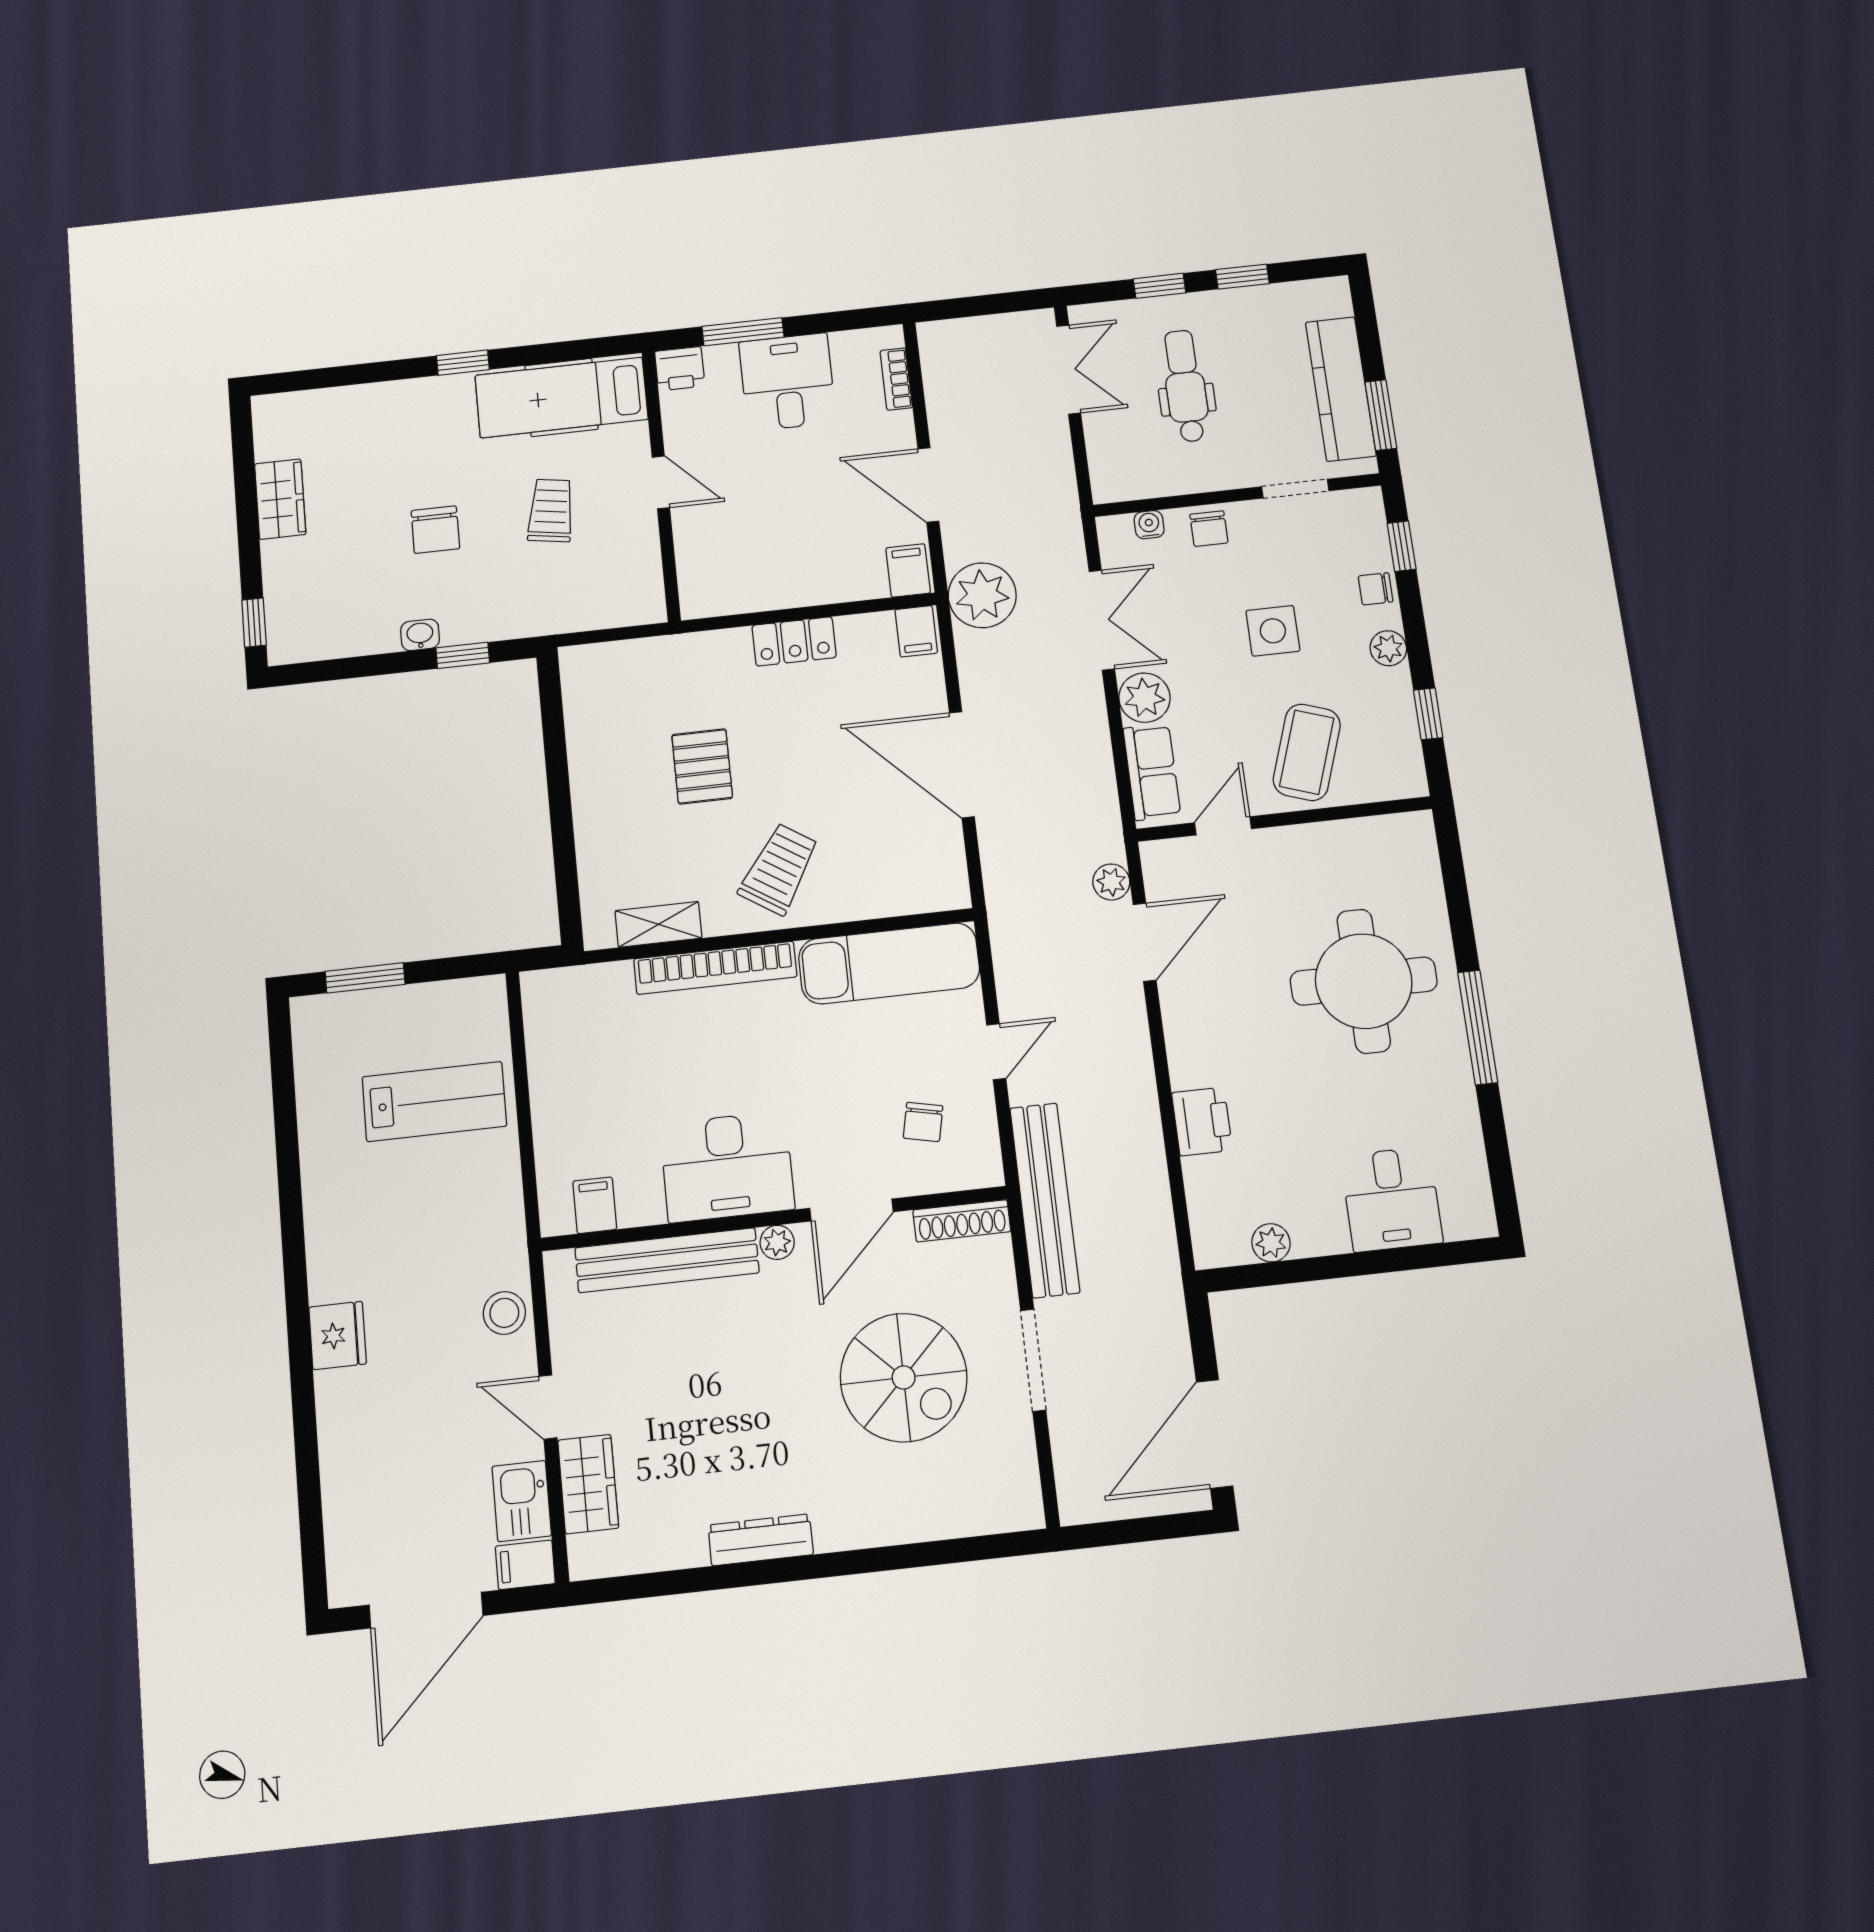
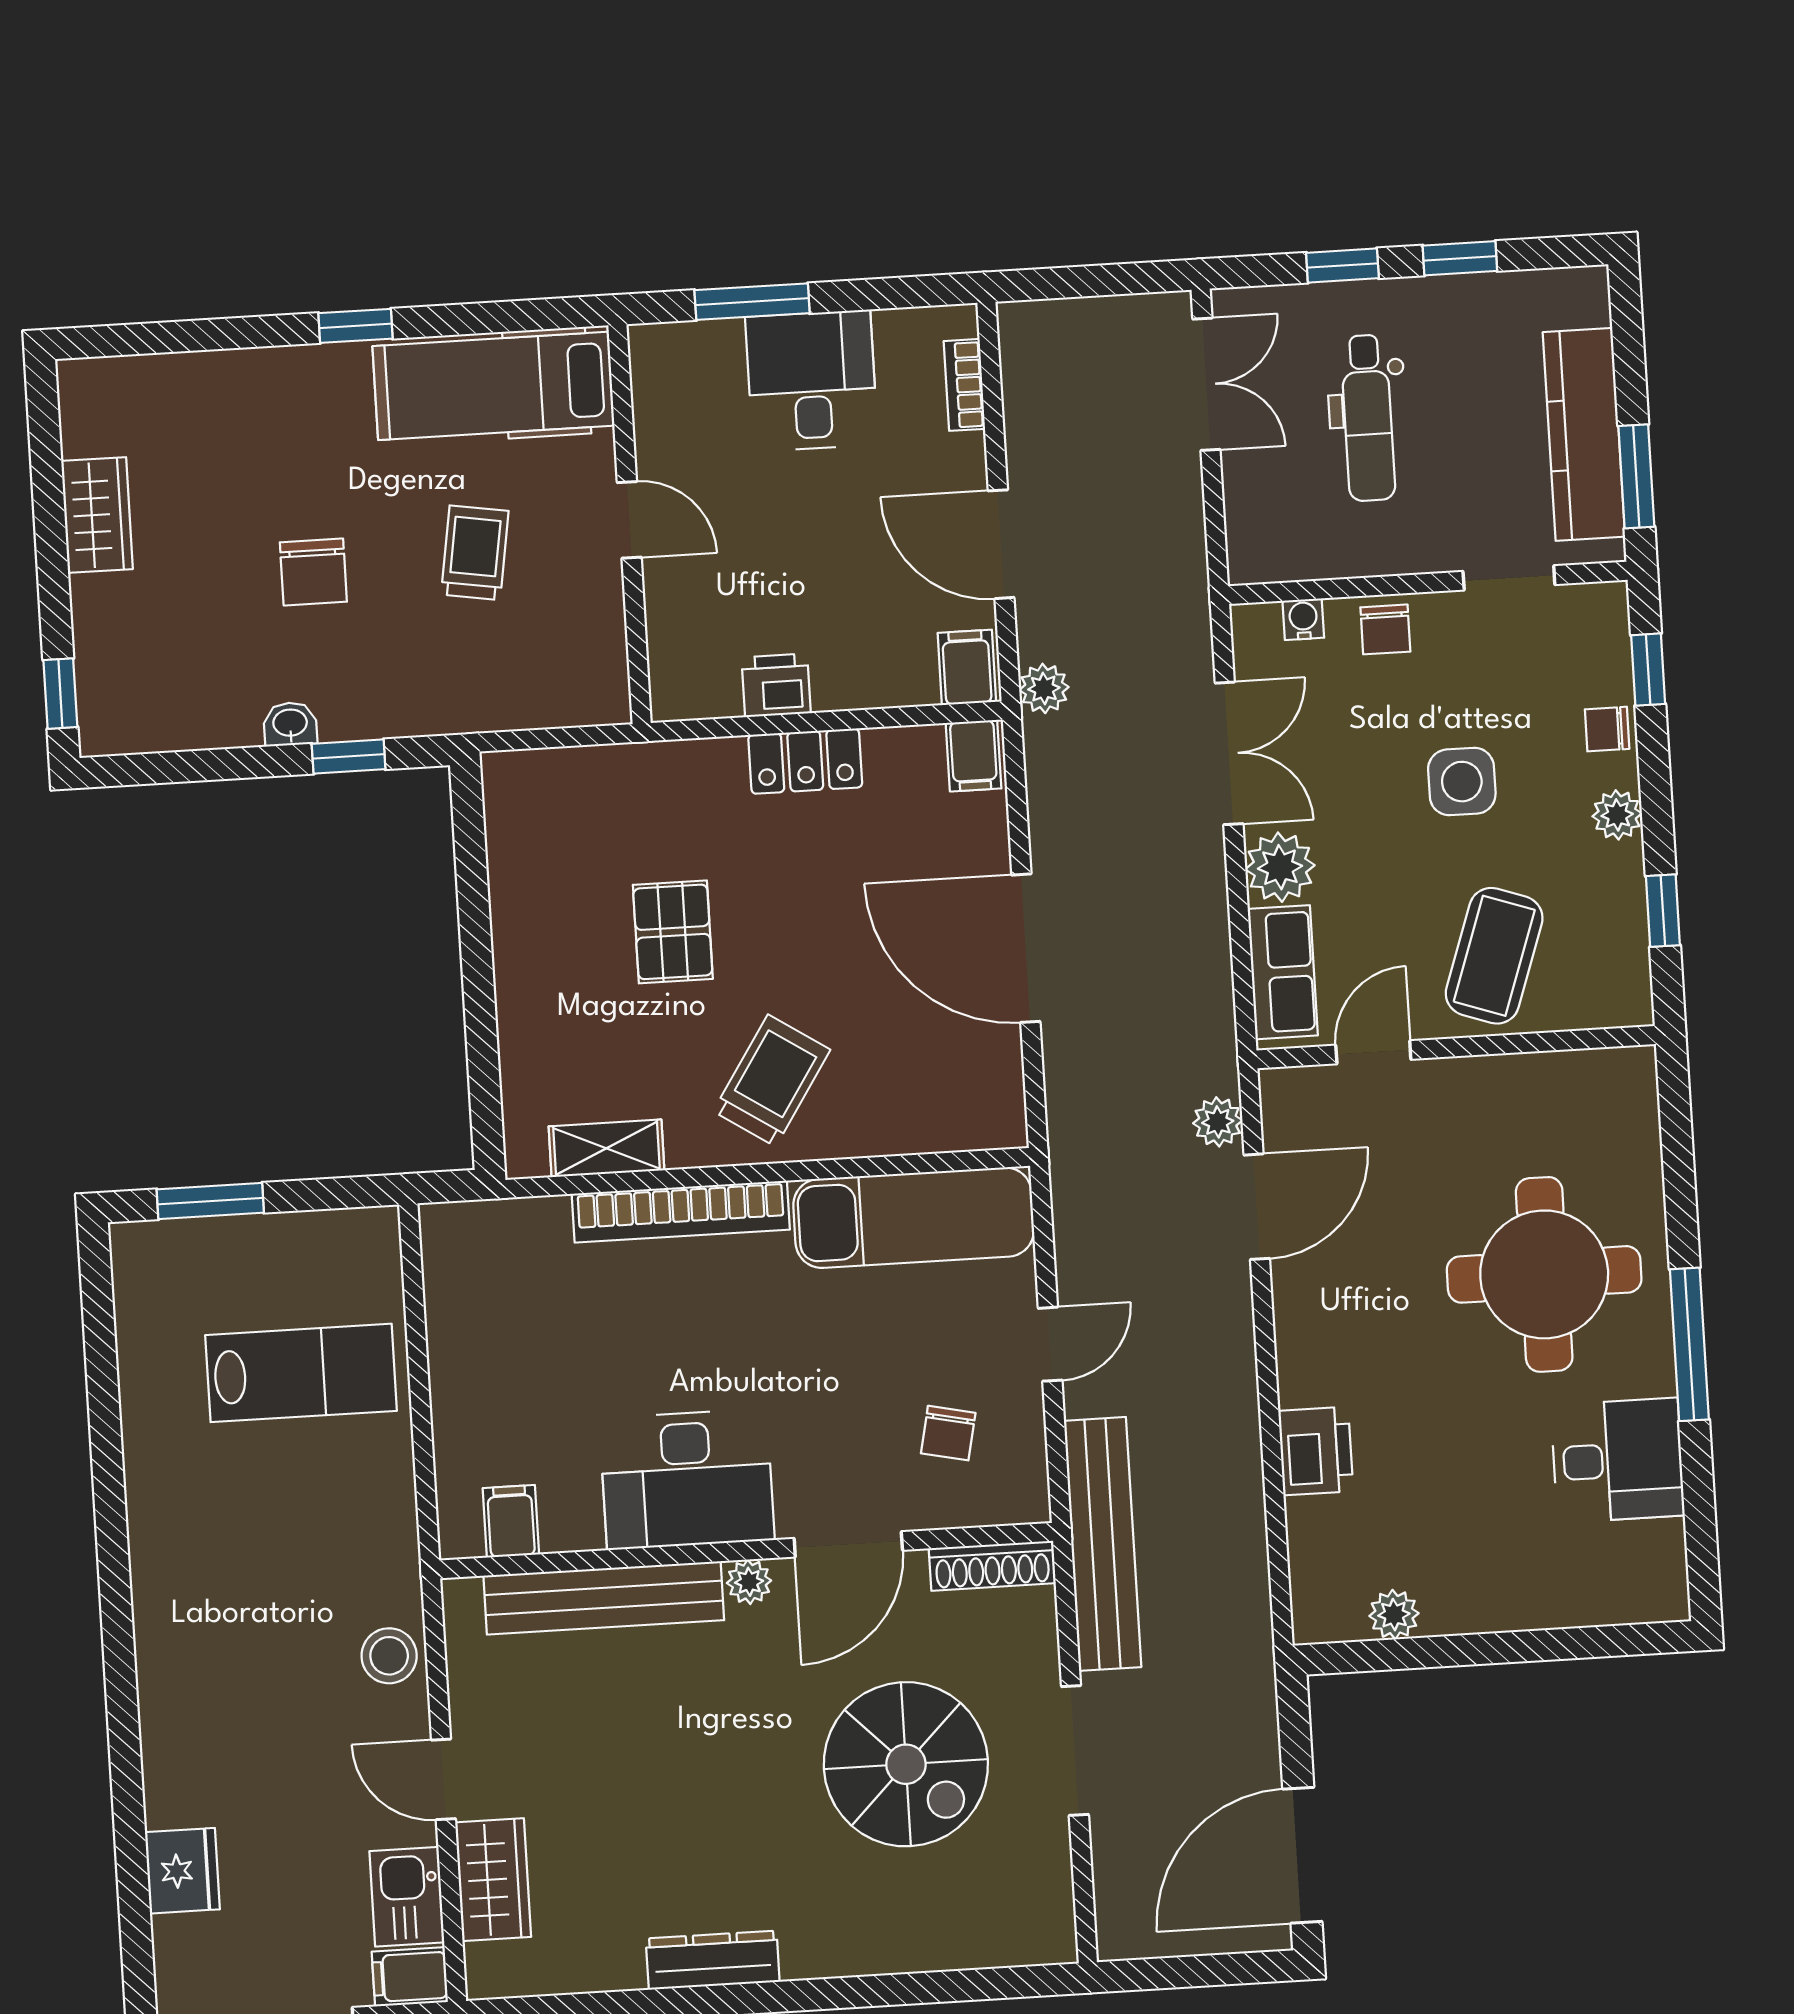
printer: (680, 369) -> (776, 685), moved, turned 180
dental chair: (1185, 386) -> (1368, 418), turned 180
plant: (982, 595) -> (1044, 688), width x0.53, depth x0.53
desk: (1392, 1199) -> (1618, 1460), moved, turned -90
fridge: (338, 1335) -> (182, 1871), moved

